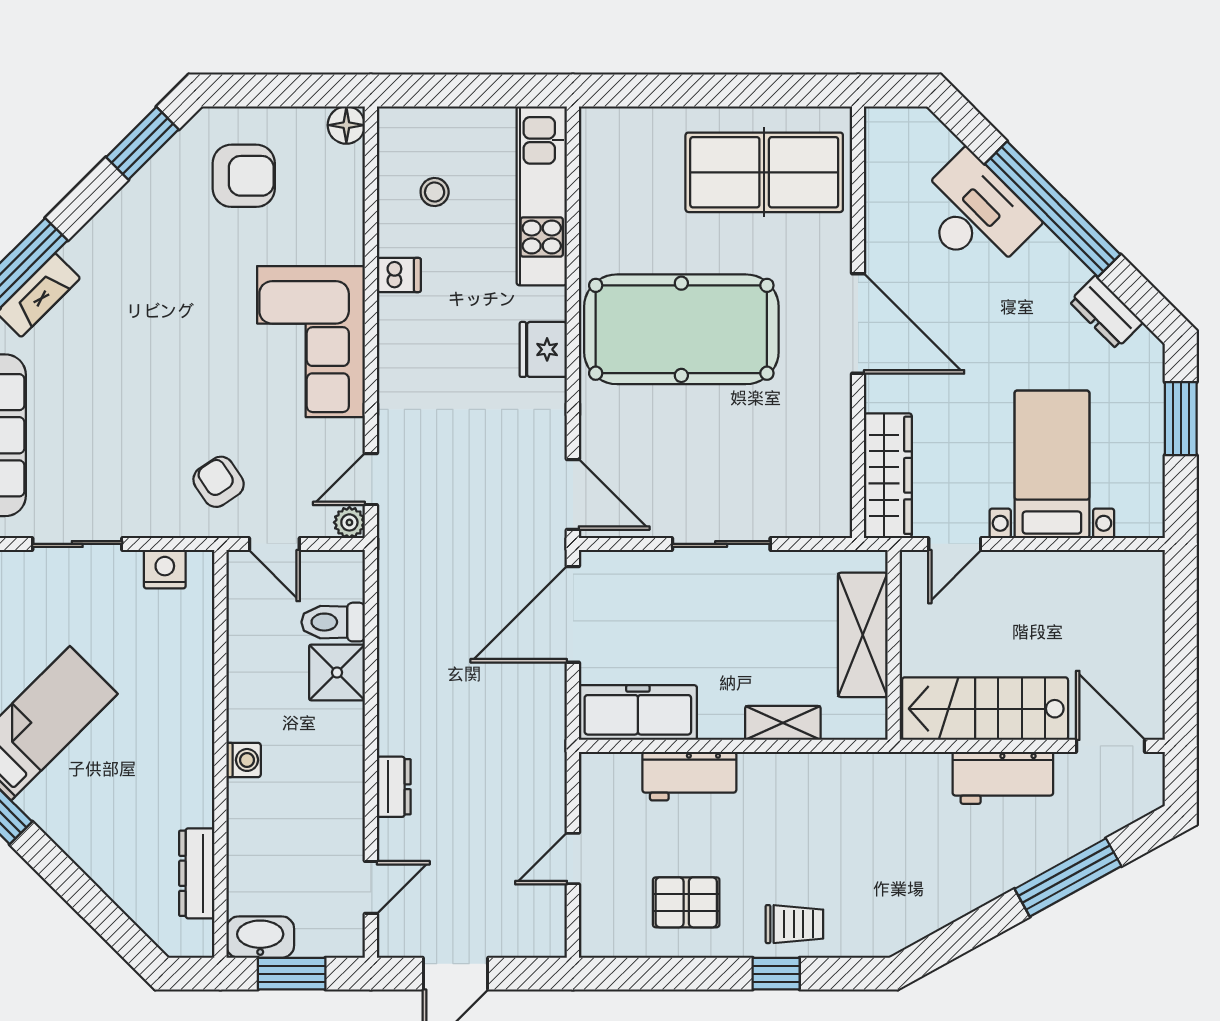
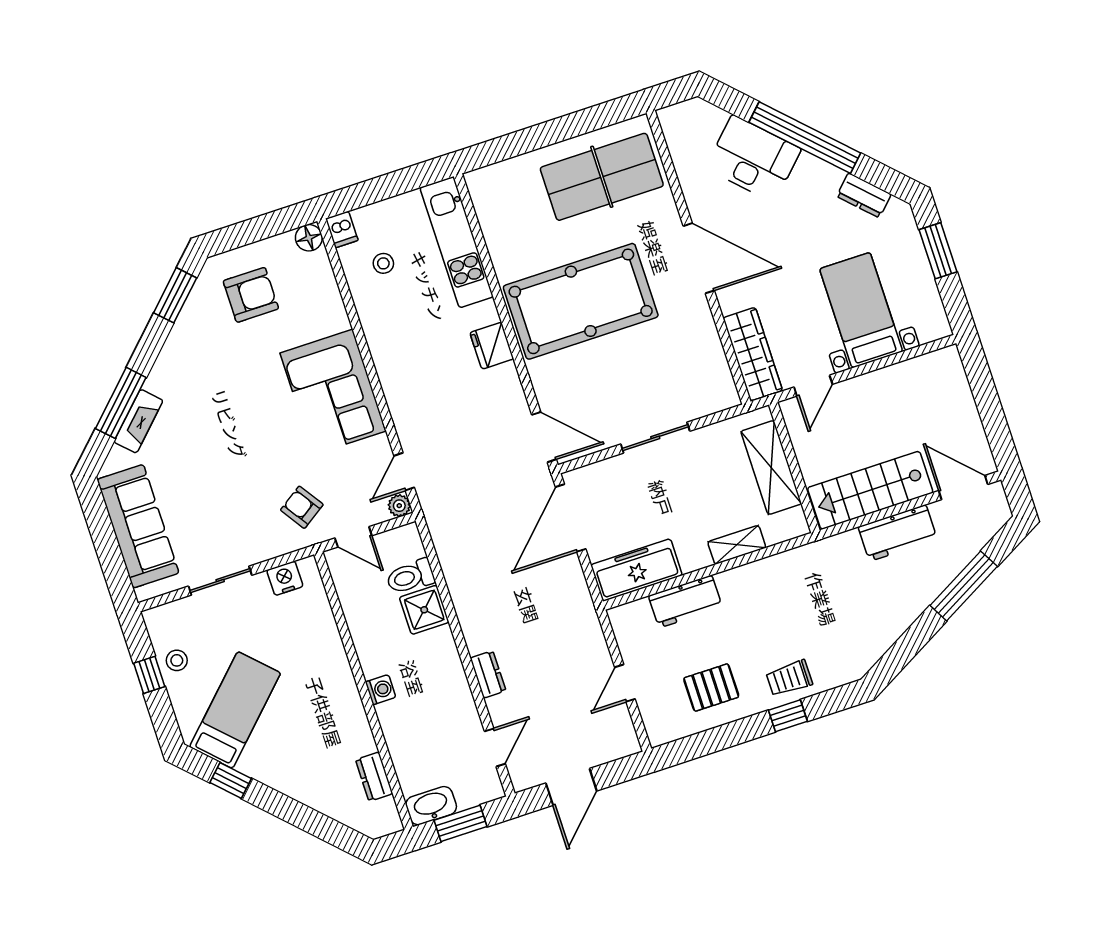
dishwasher: (399, 275) -> (342, 229), moved, turned 90
dresser: (197, 873) -> (374, 777), width x0.70
trolley: (794, 924) -> (789, 678), turned 180

